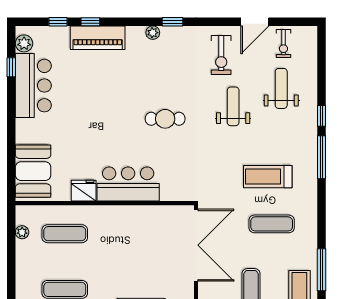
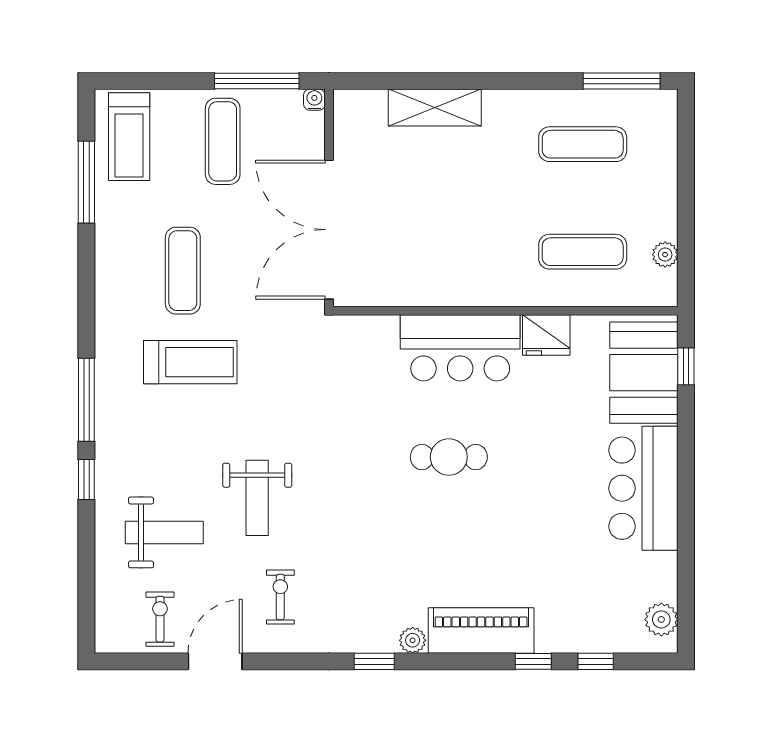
piano: (98, 38) -> (481, 631), moved
exercise bike: (221, 55) -> (280, 597), width x0.73, depth x0.72
window: (11, 67) -> (686, 366), moved
bar counter: (33, 86) -> (643, 488), moved
weight bench: (281, 88) -> (164, 532), turned -90
cafe table: (165, 119) -> (449, 457), moved
exercise mat: (272, 224) -> (183, 271), turned 90

